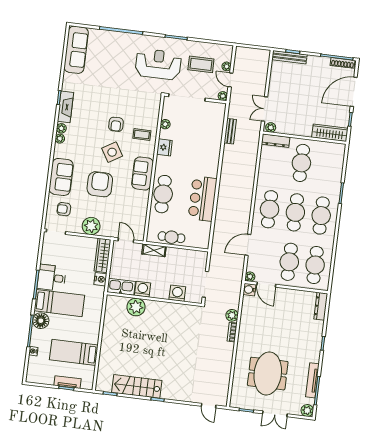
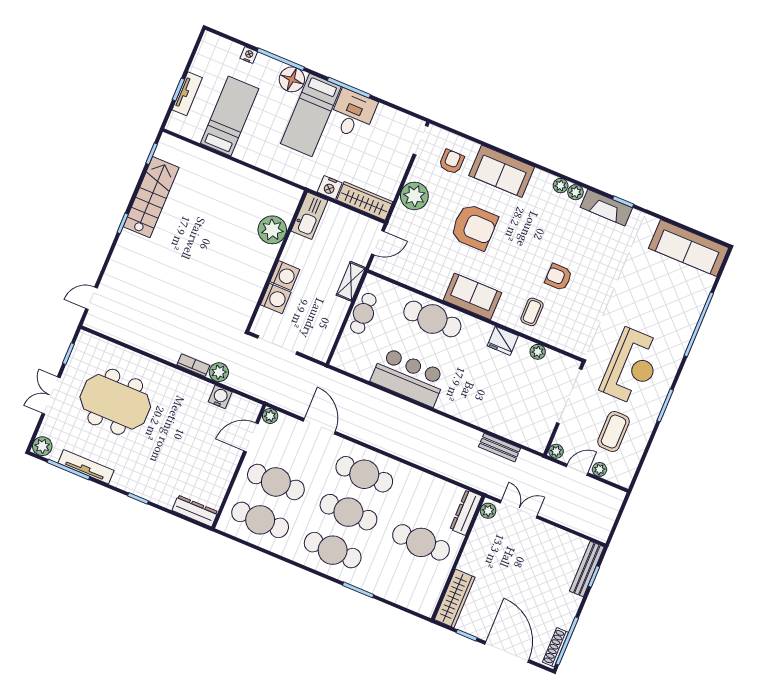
side table: (112, 152) -> (518, 259), removed
washing machine: (143, 289) -> (285, 275), moved
water cooler: (249, 290) -> (220, 397), moved

